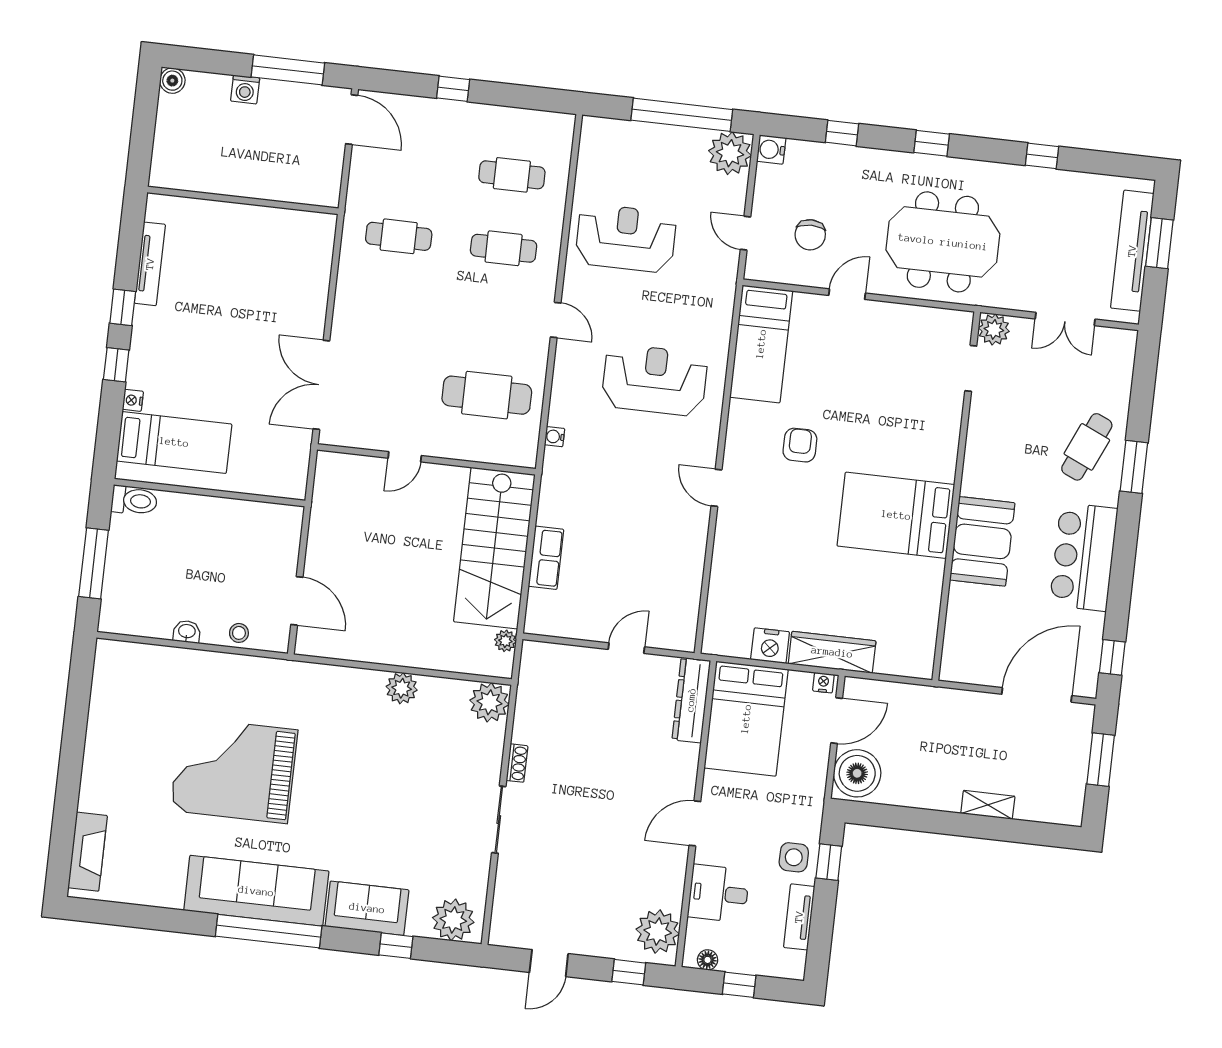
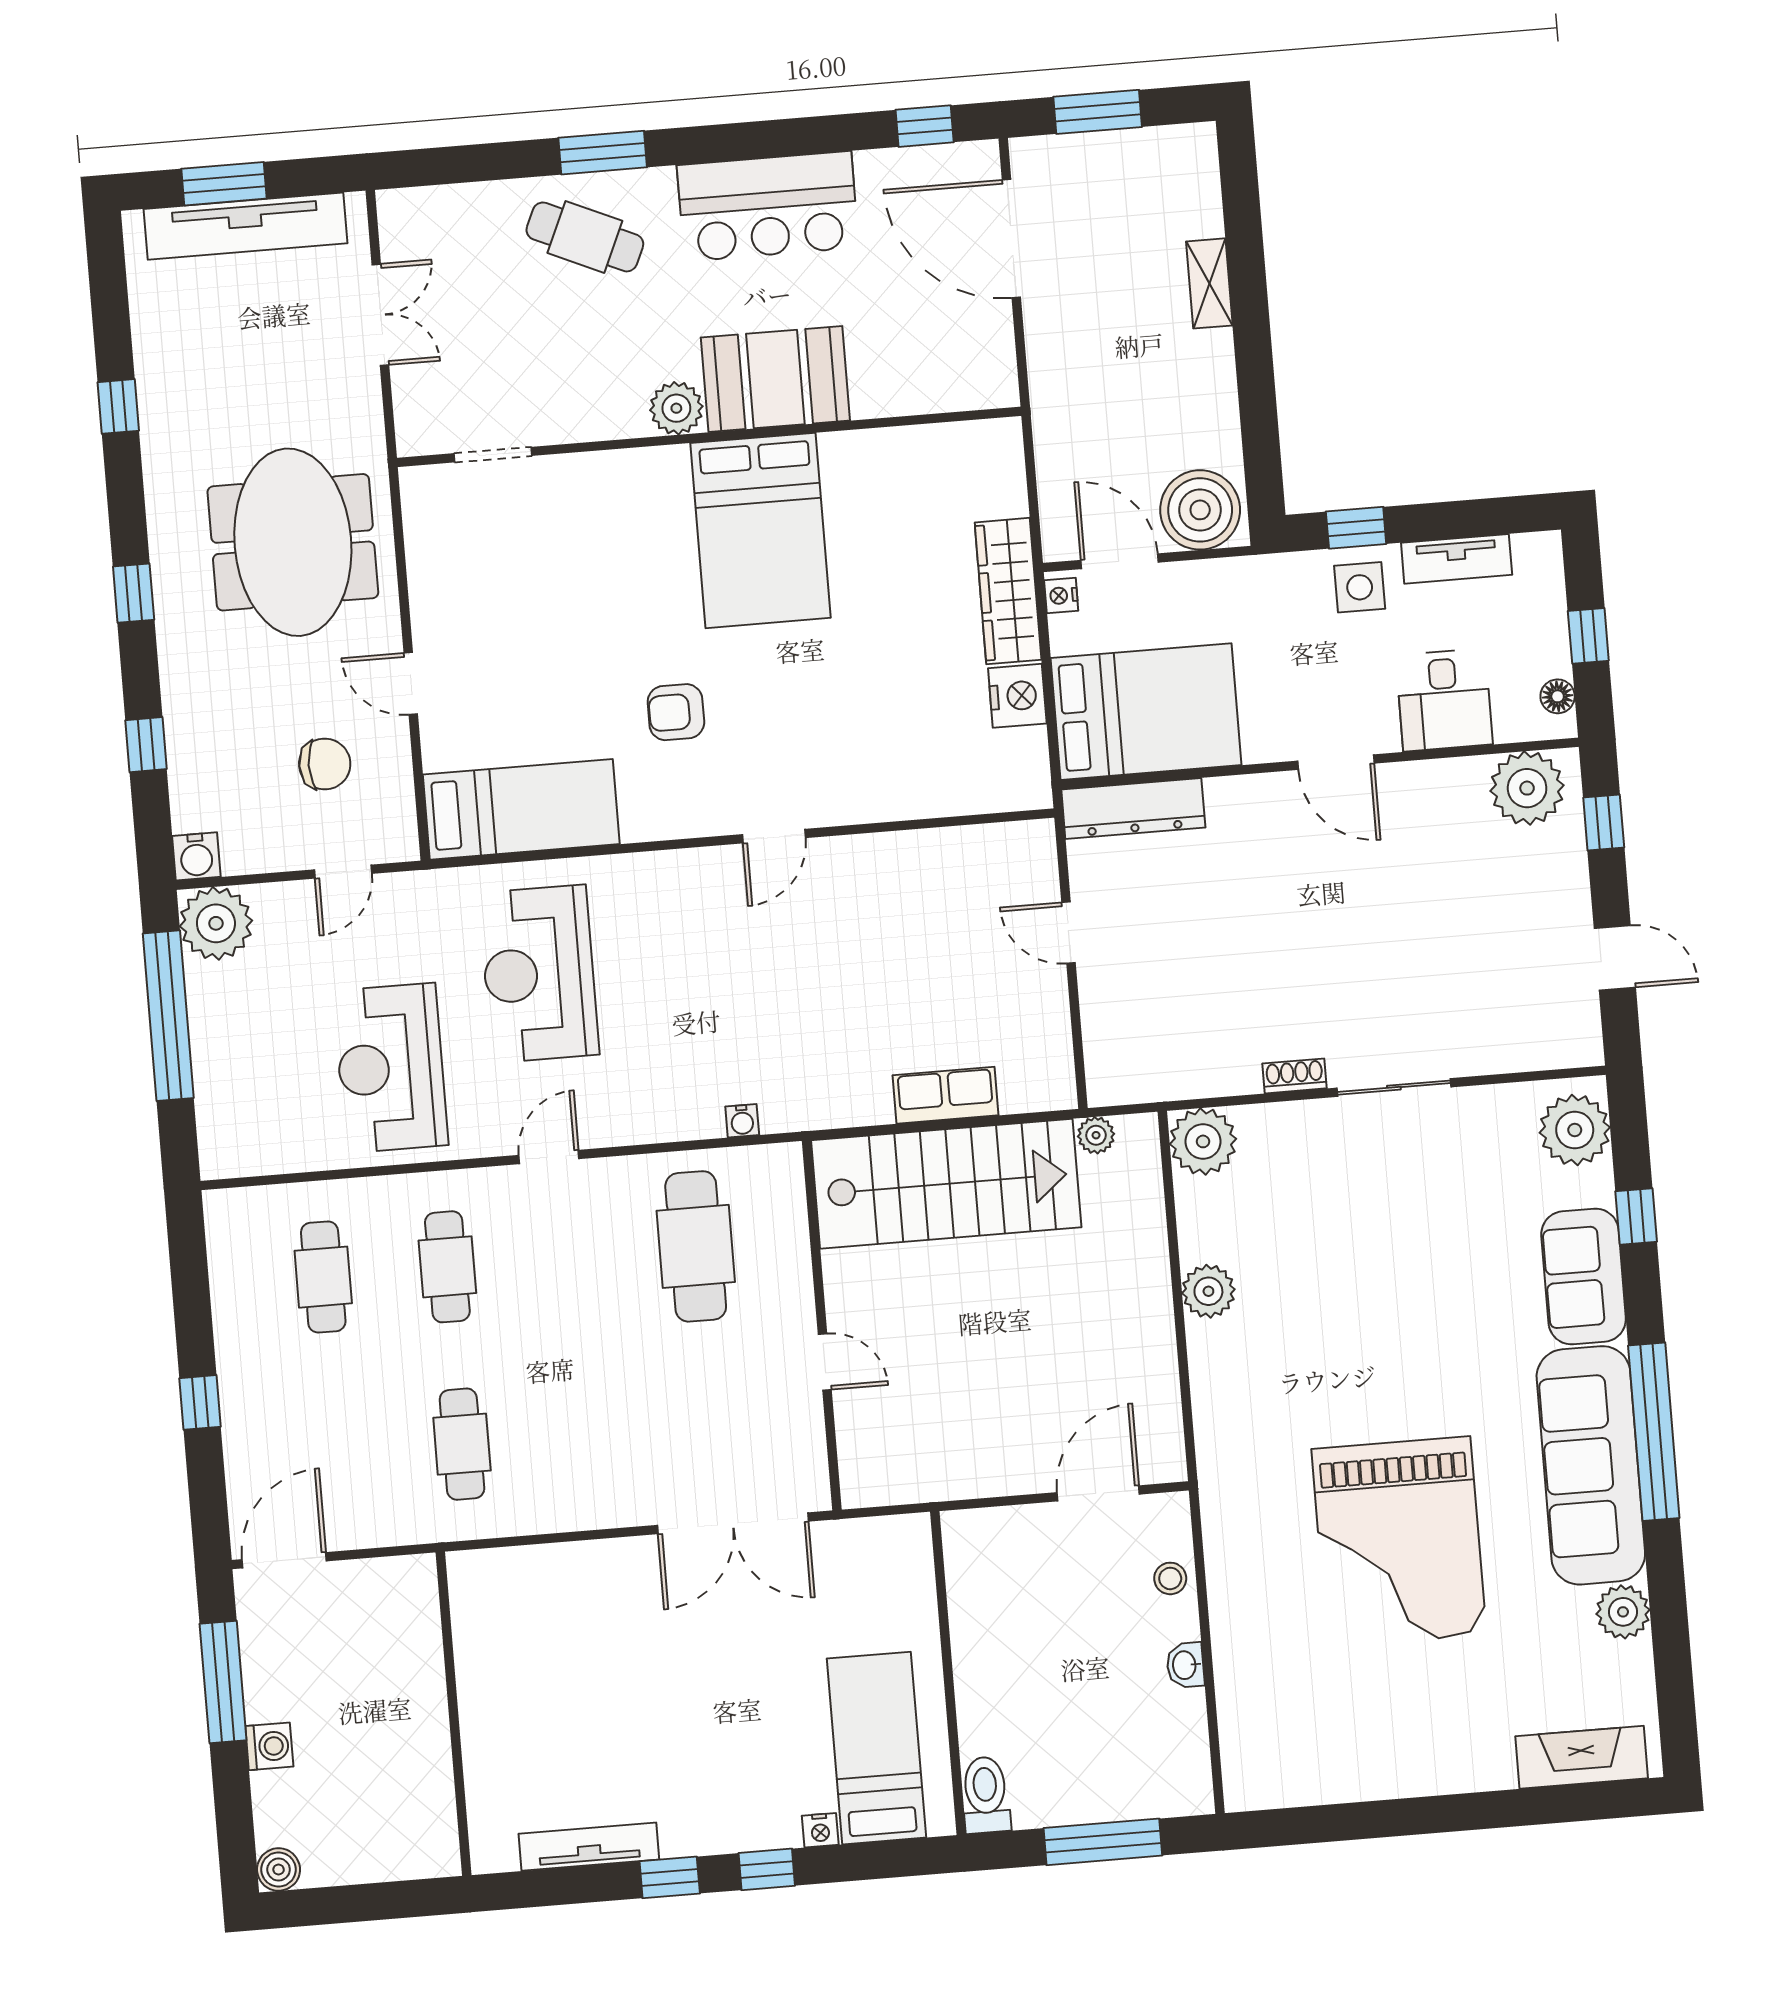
plant: (994, 329) -> (676, 408), moved
reception desk: (655, 380) -> (539, 974), moved
plant: (167, 892) -> (1623, 1612), added

